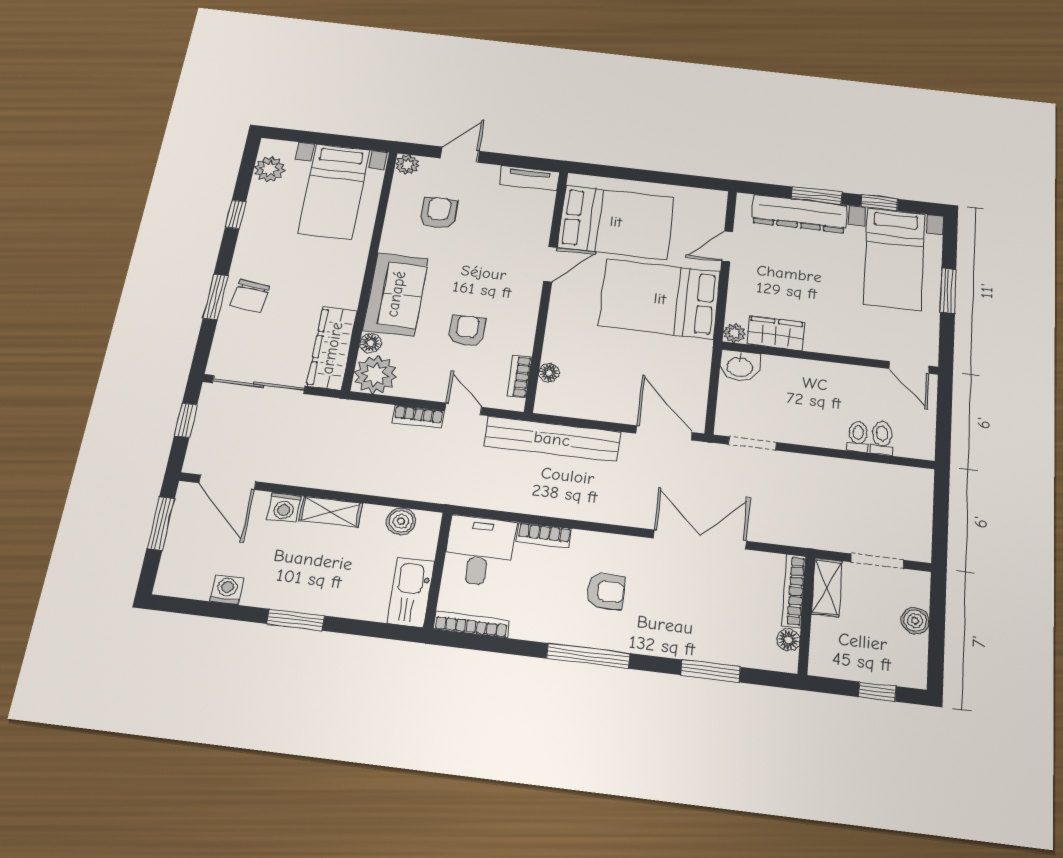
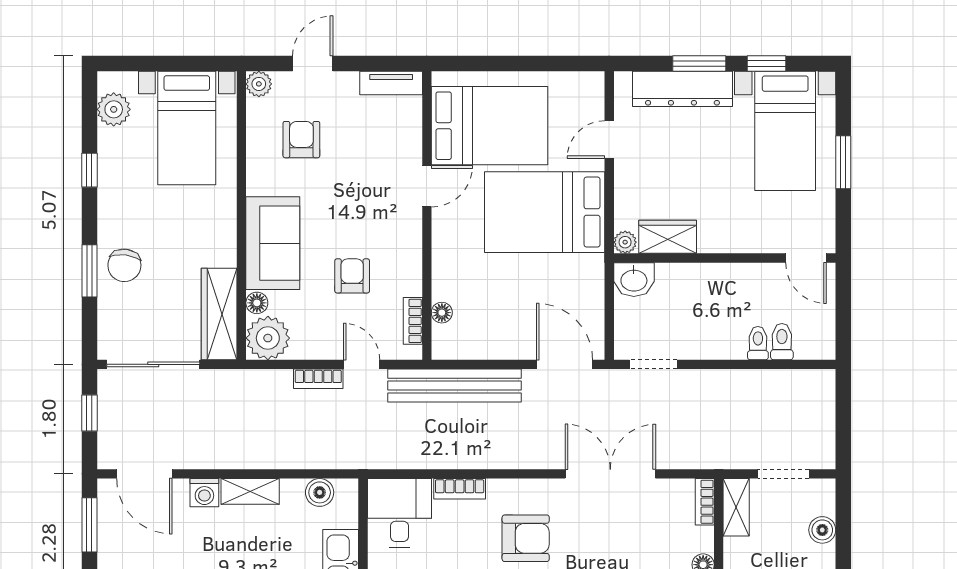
armchair: (606, 591) -> (526, 538), width x1.38, depth x1.38
bookcase: (794, 591) -> (705, 502), width x0.64

